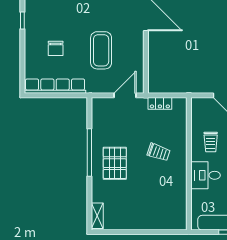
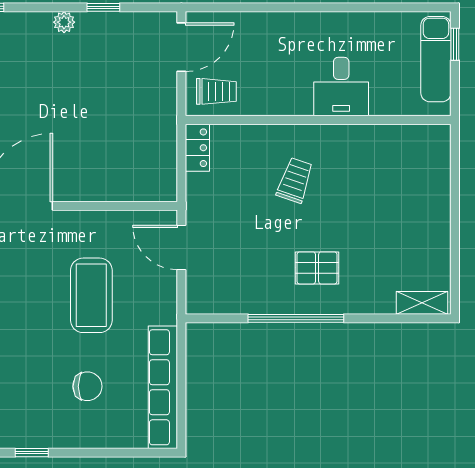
coffee table: (101, 50) -> (91, 295), turned 90
locker: (160, 103) -> (197, 148), moved
trolley: (211, 142) -> (216, 91), moved
pallet: (115, 163) -> (317, 268), width x0.67, depth x0.71

